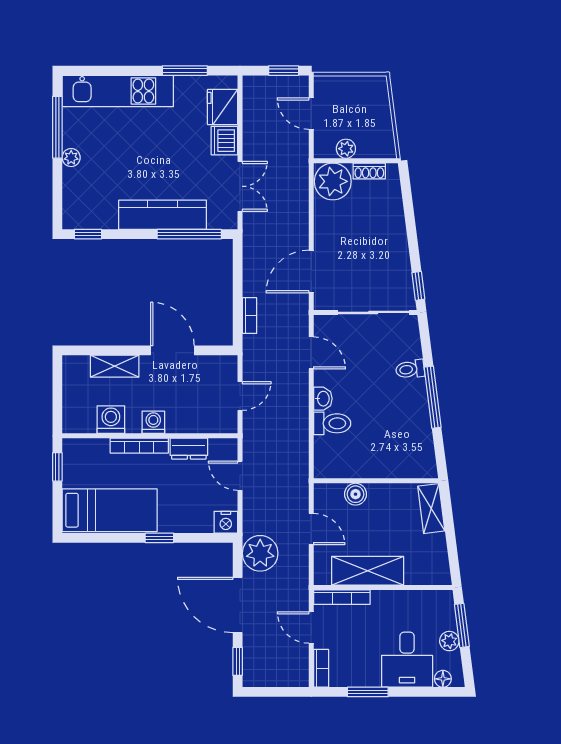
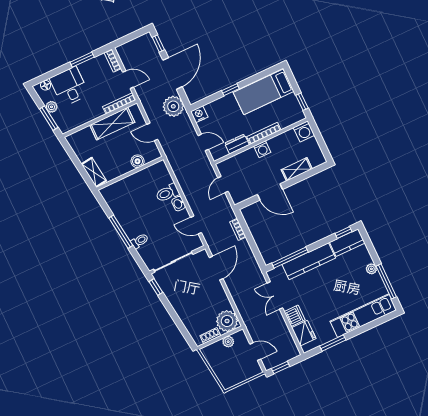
kitchen counter: (89, 216) -> (347, 243), added
washing machine: (111, 420) -> (304, 131), moved
door: (238, 605) -> (172, 73), hinge flipped

